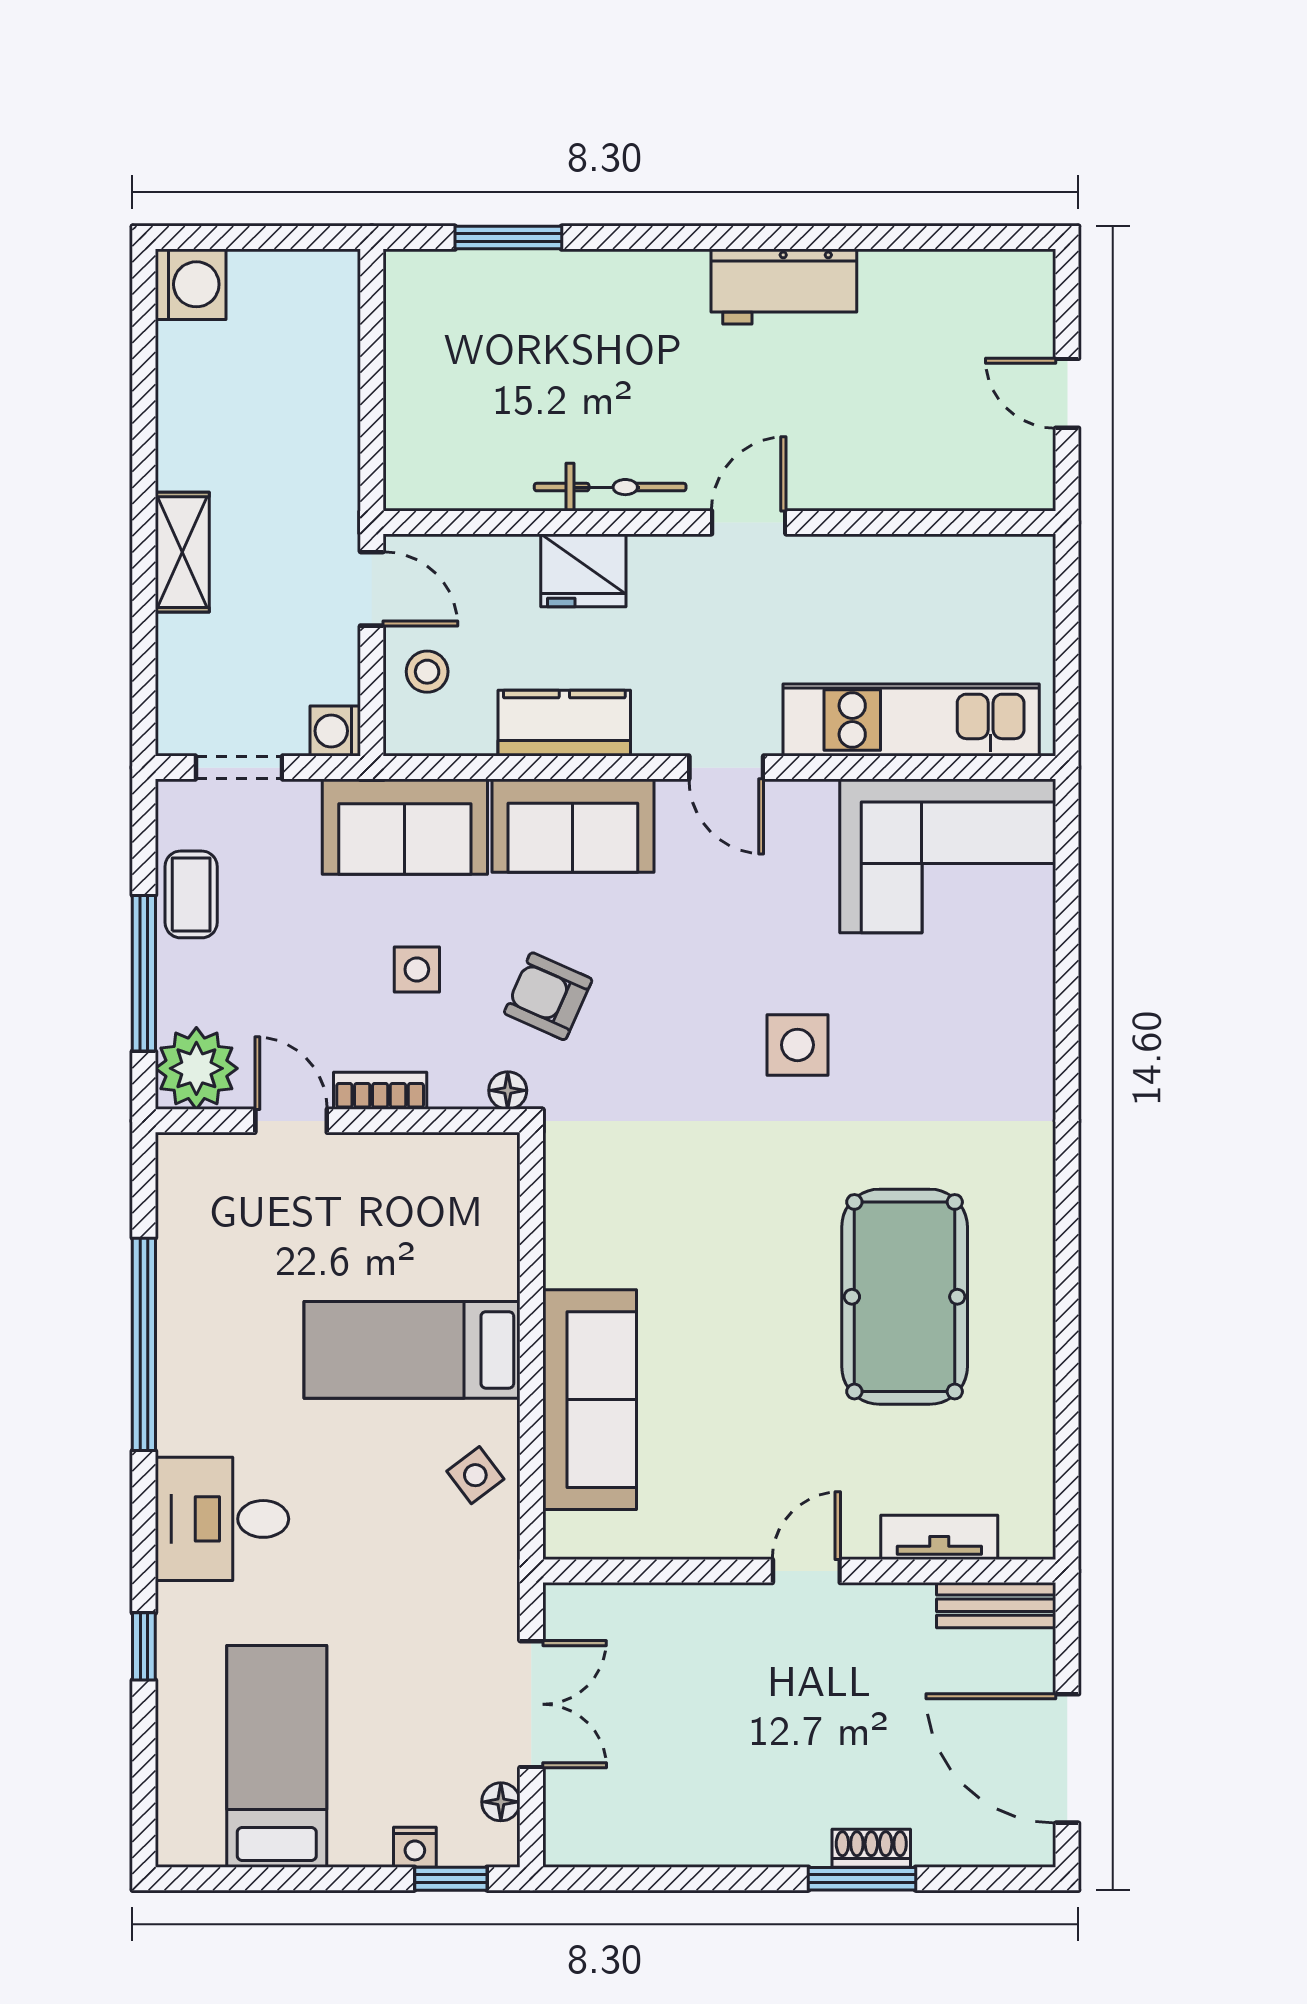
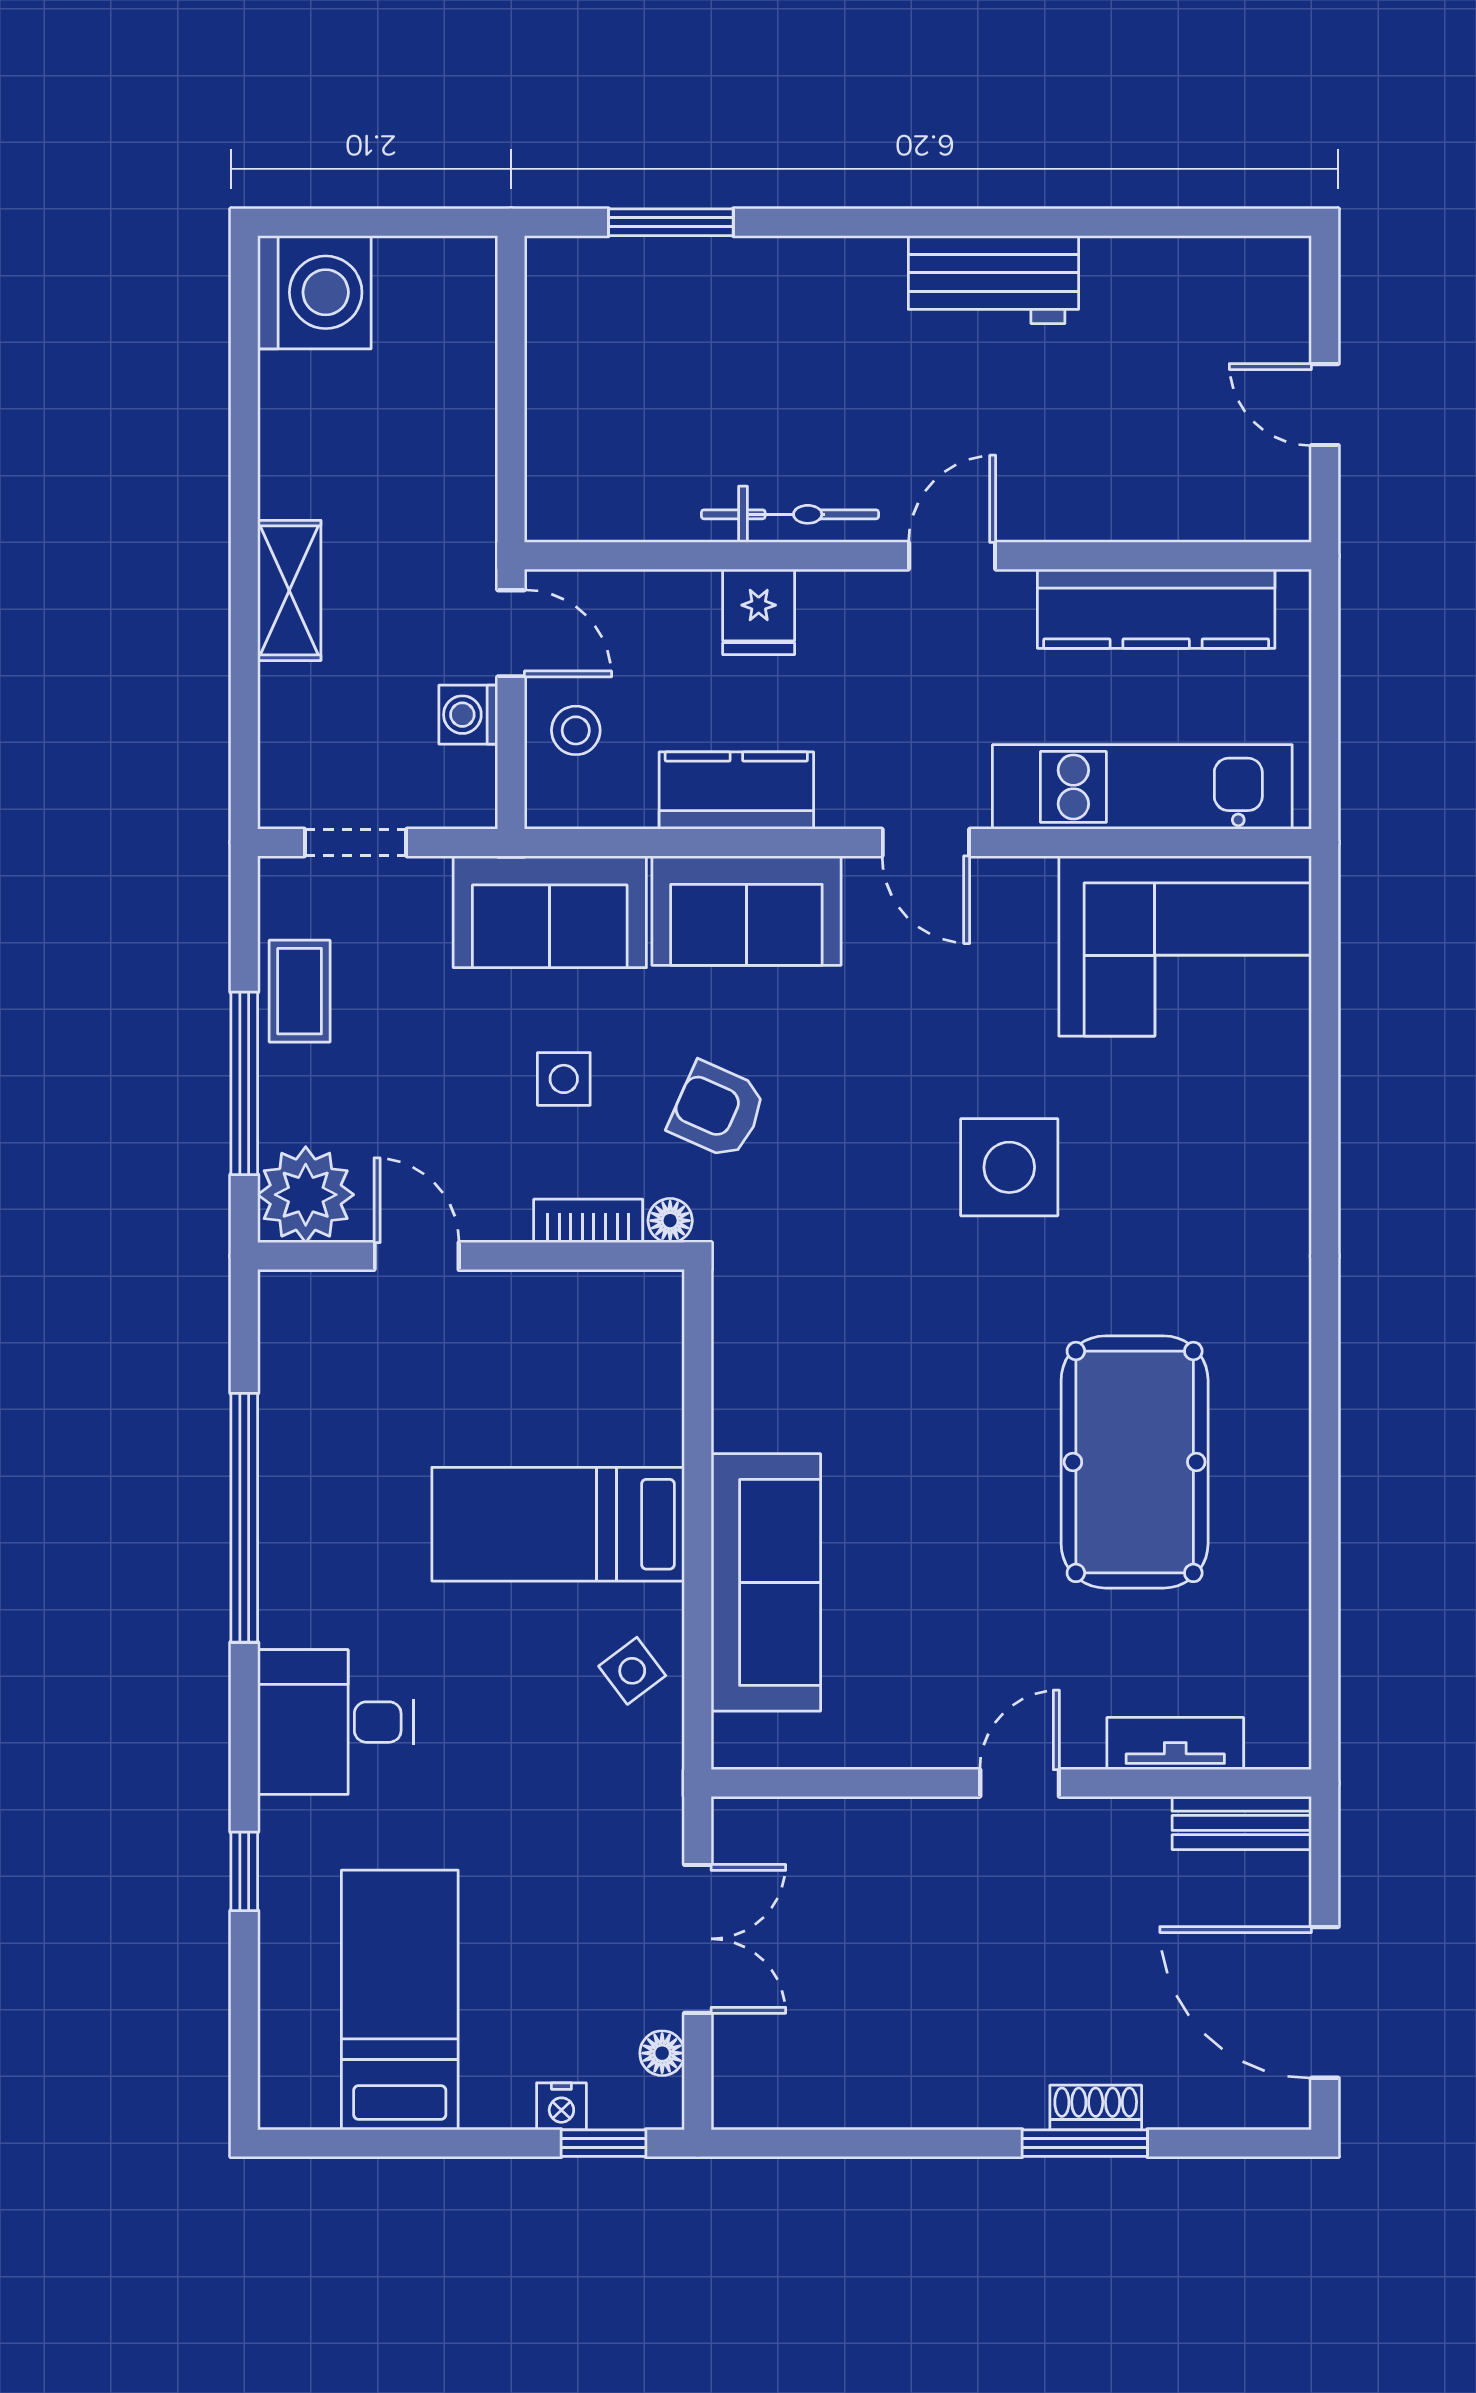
washing machine: (191, 284) -> (314, 292), width x1.37, depth x1.37
kitchen counter: (923, 568) -> (1156, 609), added
fridge: (583, 570) -> (759, 612), width x0.72
washing machine: (335, 731) -> (468, 715), moved
side table: (797, 1045) -> (1009, 1167), width x1.37, depth x1.37
bookcase: (380, 1091) -> (588, 1221), moved

